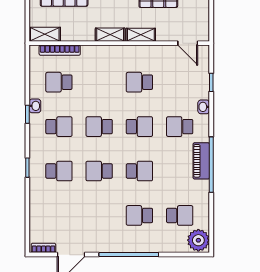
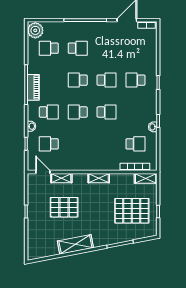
shelving: (141, 35) -> (61, 178), moved
school desk: (139, 82) -> (49, 144), moved, turned 180
school desk: (59, 127) -> (135, 112), removed

